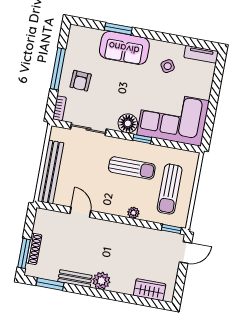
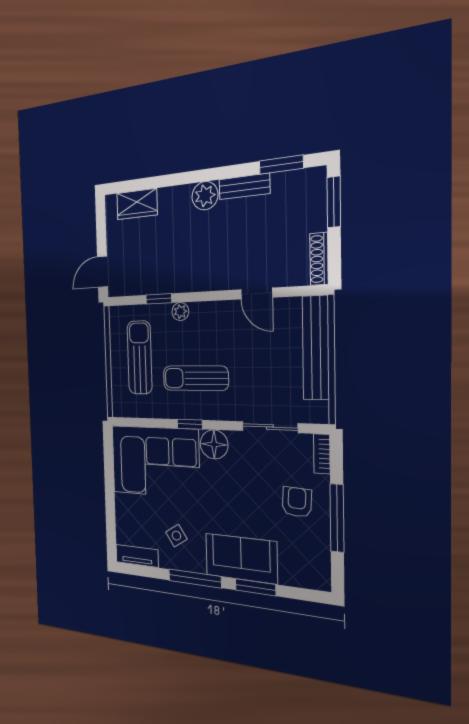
window: (160, 36) -> (195, 578), added
window: (171, 229) -> (159, 299), moved
shoe rack: (34, 249) -> (319, 259), moved

